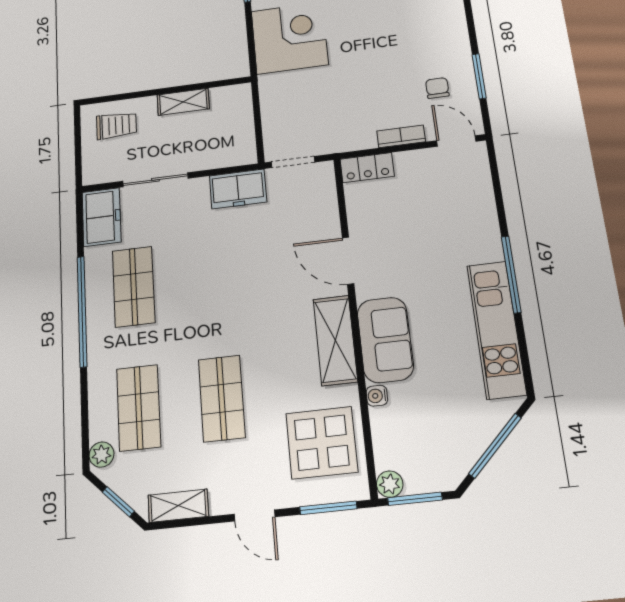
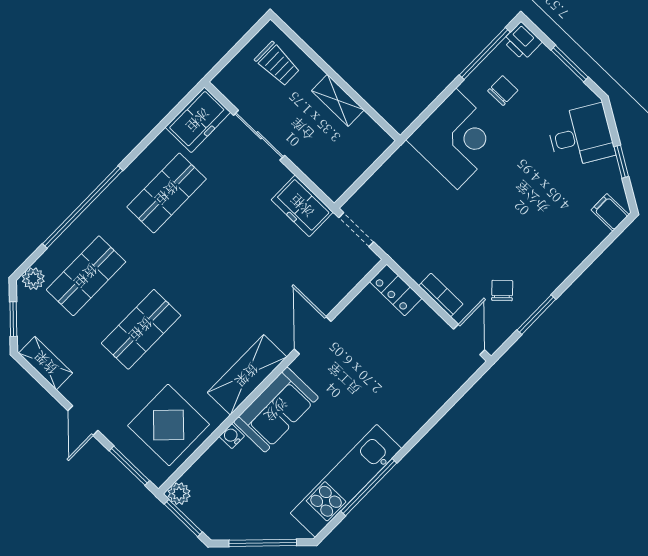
chair: (437, 88) -> (502, 290), turned -43
window: (511, 274) -> (369, 487), moved
window: (82, 311) -> (83, 207), moved

